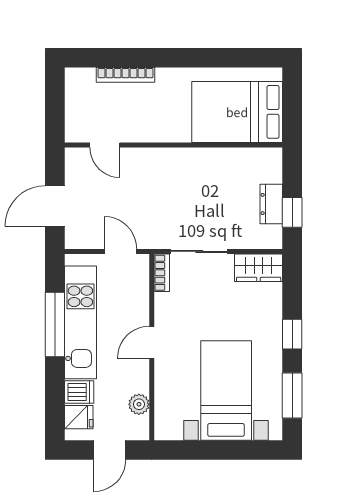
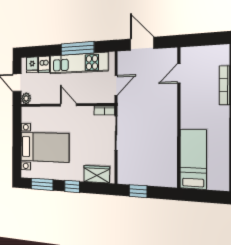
bed: (237, 112) -> (193, 159), width x0.67
dresser: (271, 204) -> (143, 178), removed
wardrobe: (259, 268) -> (97, 174), moved, turned 90
plant: (139, 404) -> (26, 98), moved

